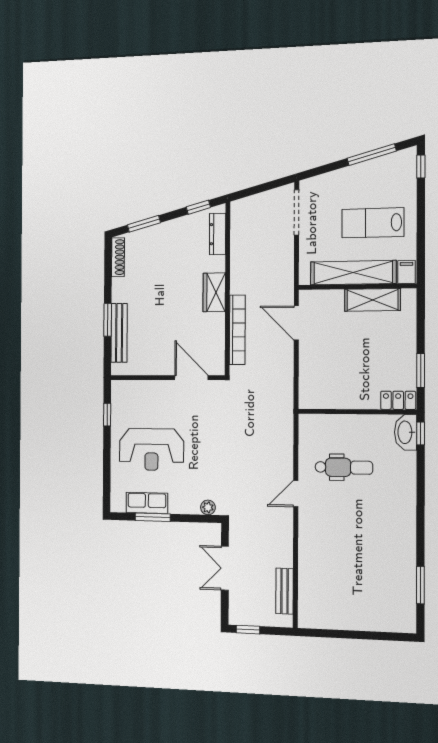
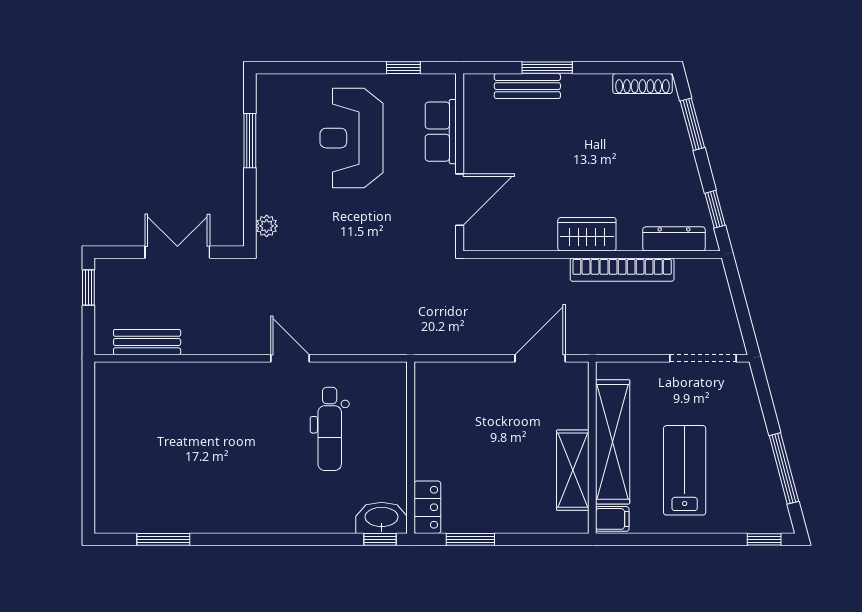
bookcase: (237, 330) -> (622, 270), moved
bench: (119, 333) -> (527, 86), width x0.73
row of seats: (147, 503) -> (441, 132), moved, turned 180

